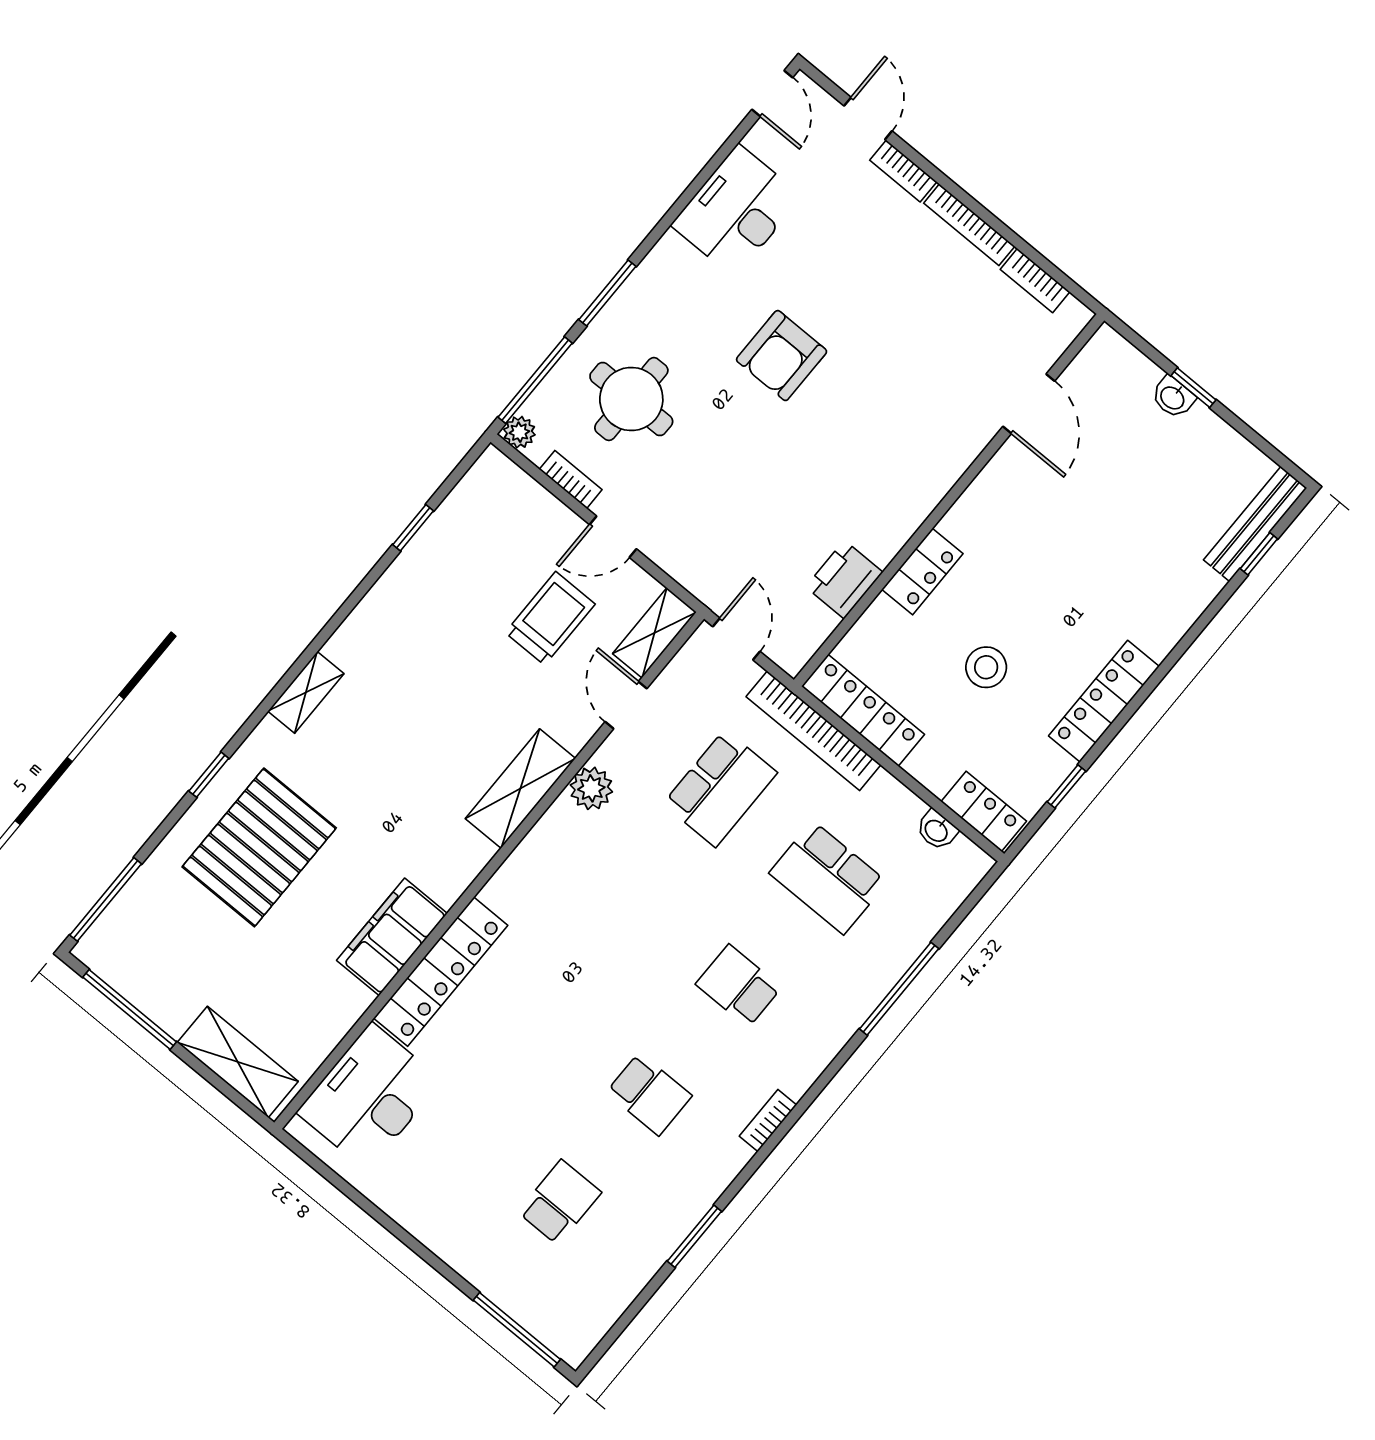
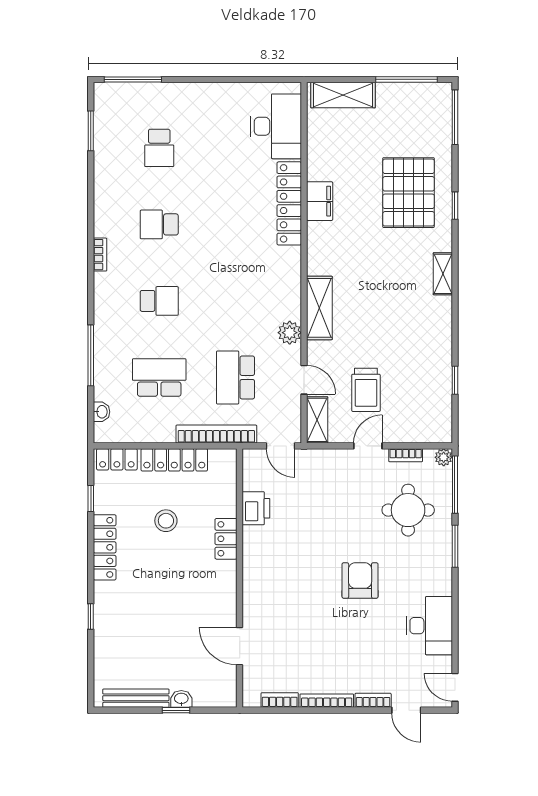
bench: (1255, 524) -> (136, 698), moved, turned 90
window: (1259, 554) -> (91, 616), moved
locker: (863, 710) -> (174, 460), moved
washbasin: (937, 830) -> (102, 412), moved, turned 90
filing cabinet: (392, 937) -> (320, 201), width x0.67, depth x0.86
window: (694, 1236) -> (91, 131), moved

